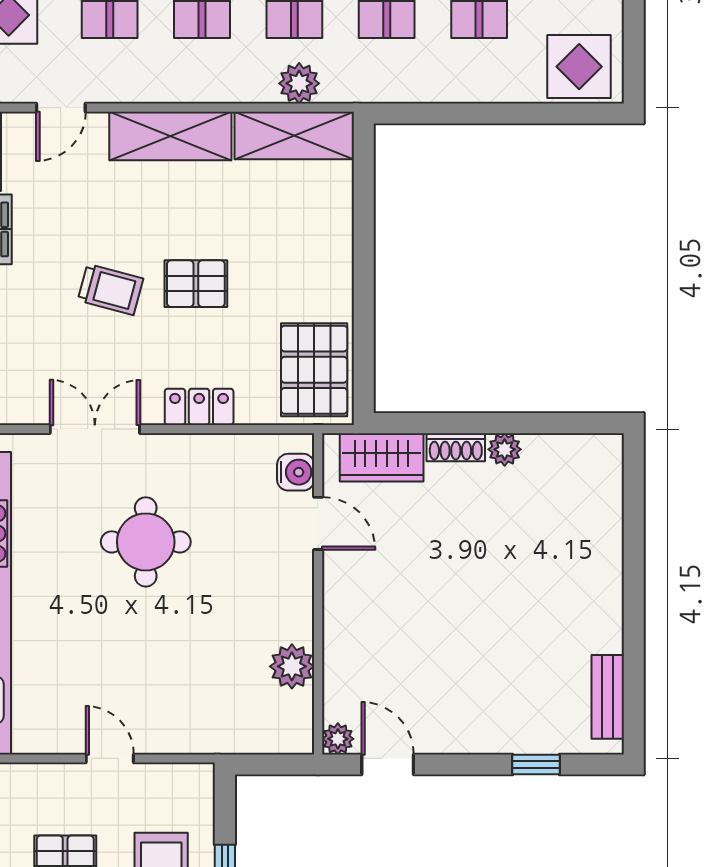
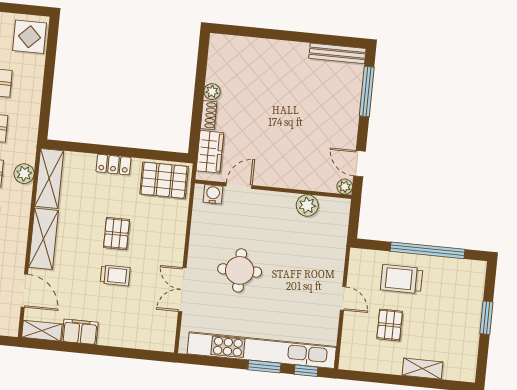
door: (61, 108) -> (24, 291), width x1.38
trolley: (110, 289) -> (115, 275), turned 75
locker: (199, 407) -> (113, 165), moved, turned -90
bench: (608, 697) -> (337, 53), width x1.36
door: (110, 758) -> (343, 298), swing flipped
door: (388, 764) -> (360, 164), hinge flipped
window: (536, 764) -> (367, 92), width x2.17

